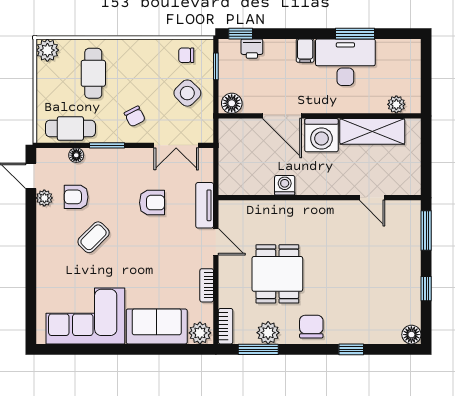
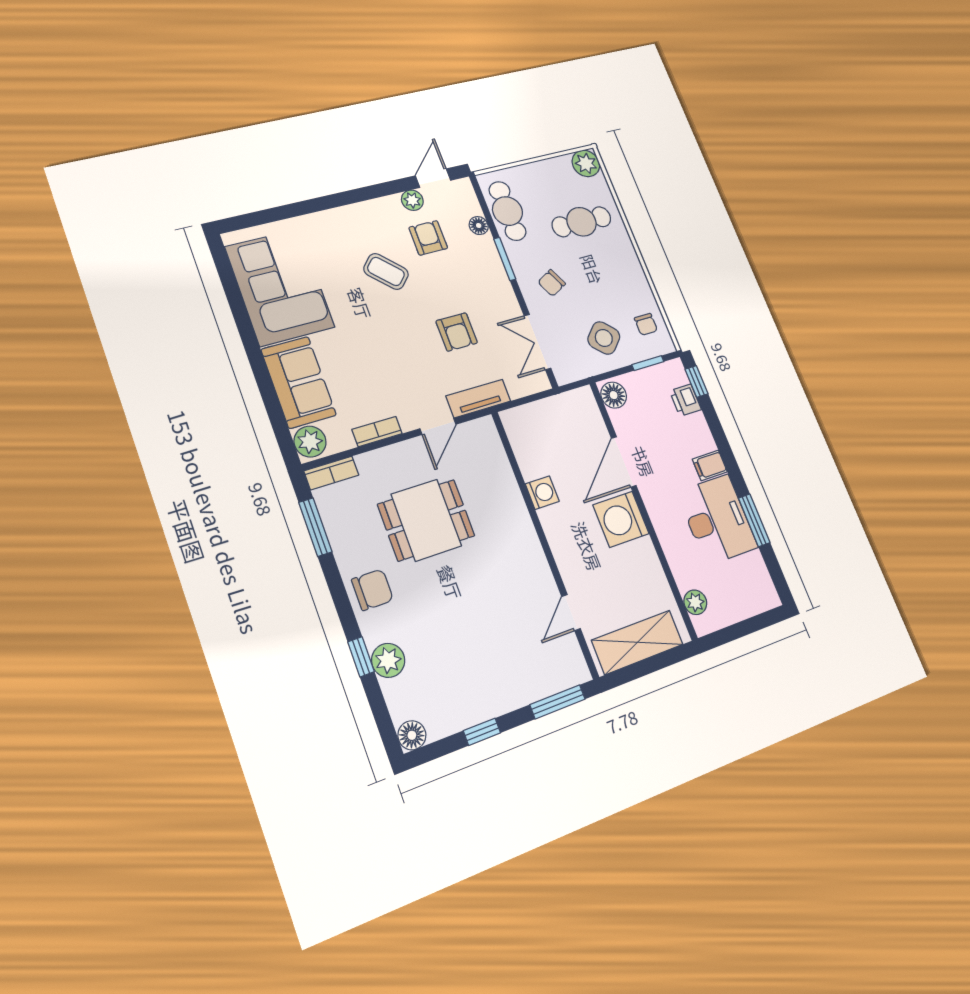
chair: (186, 55) -> (646, 324), turned 180
shelving: (372, 131) -> (637, 642), moved, turned 90
plant: (268, 333) -> (388, 660), moved

